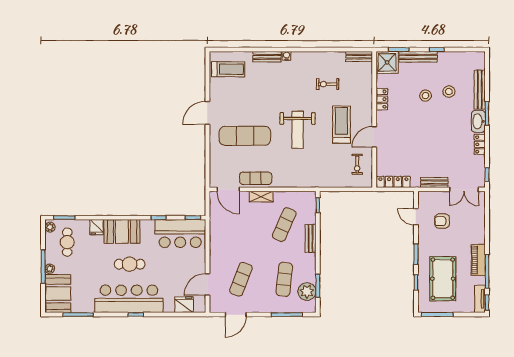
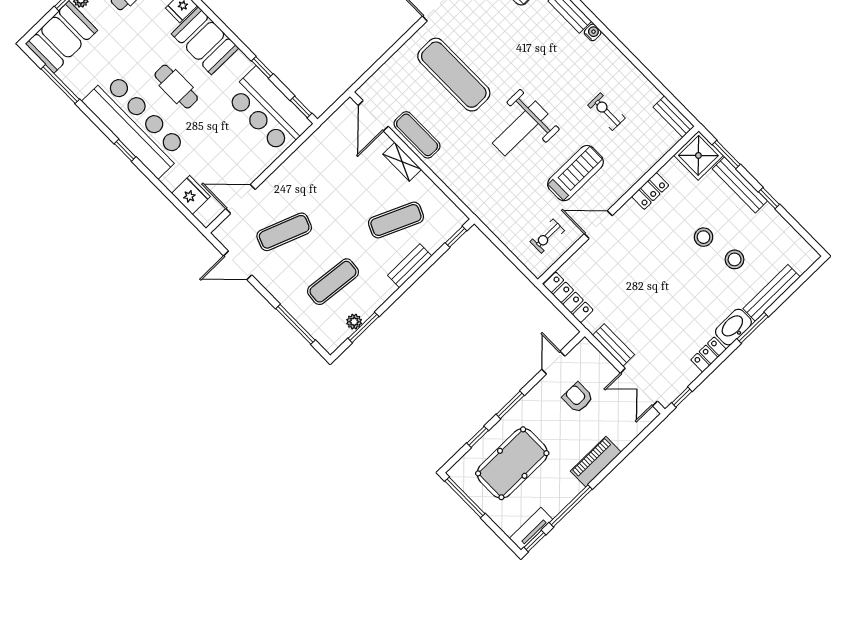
piano: (478, 260) -> (596, 462), moved
plant: (307, 291) -> (354, 322), width x0.53, depth x0.53

